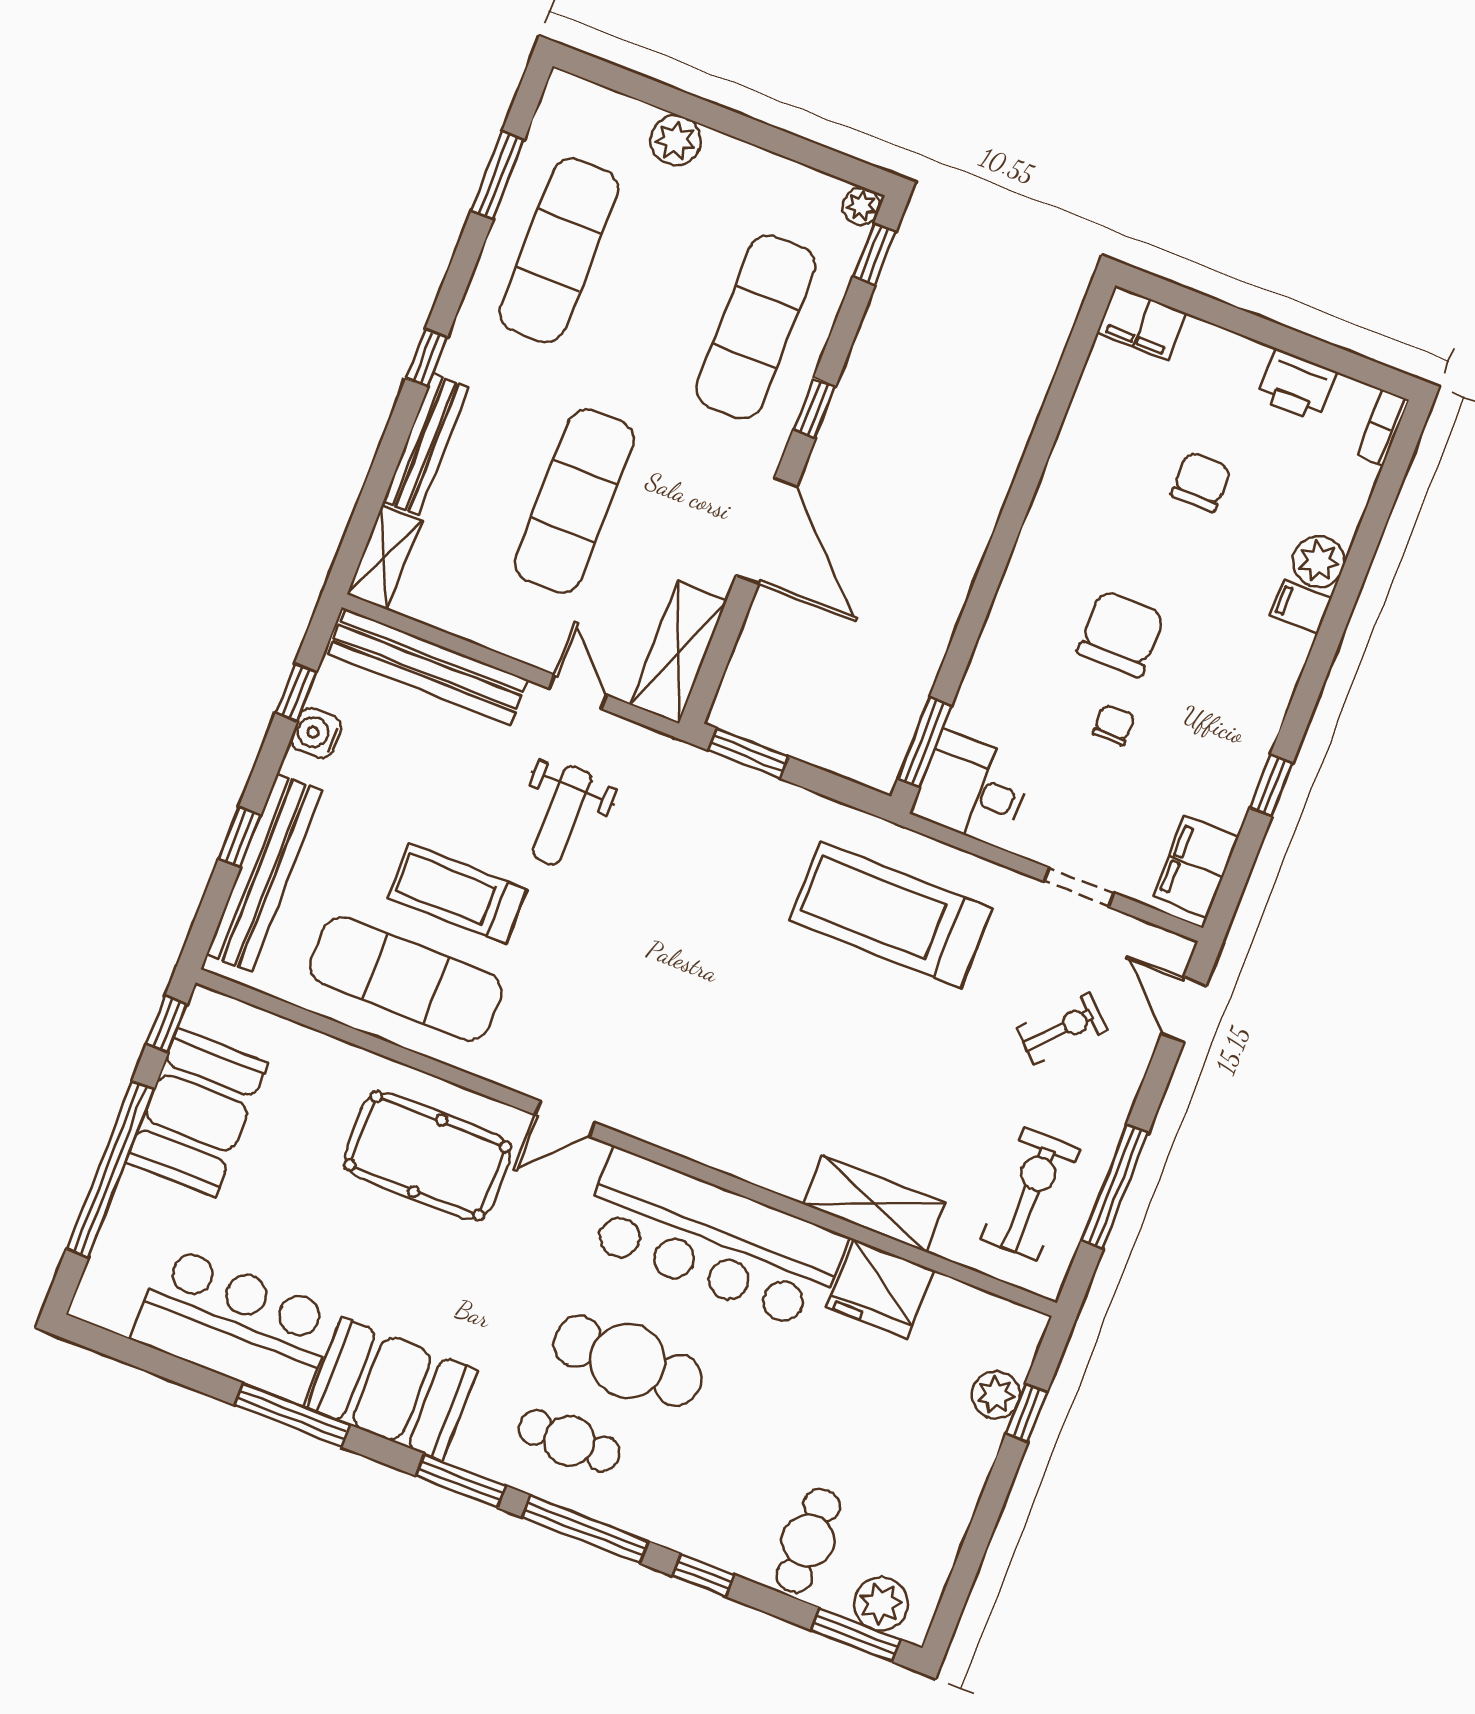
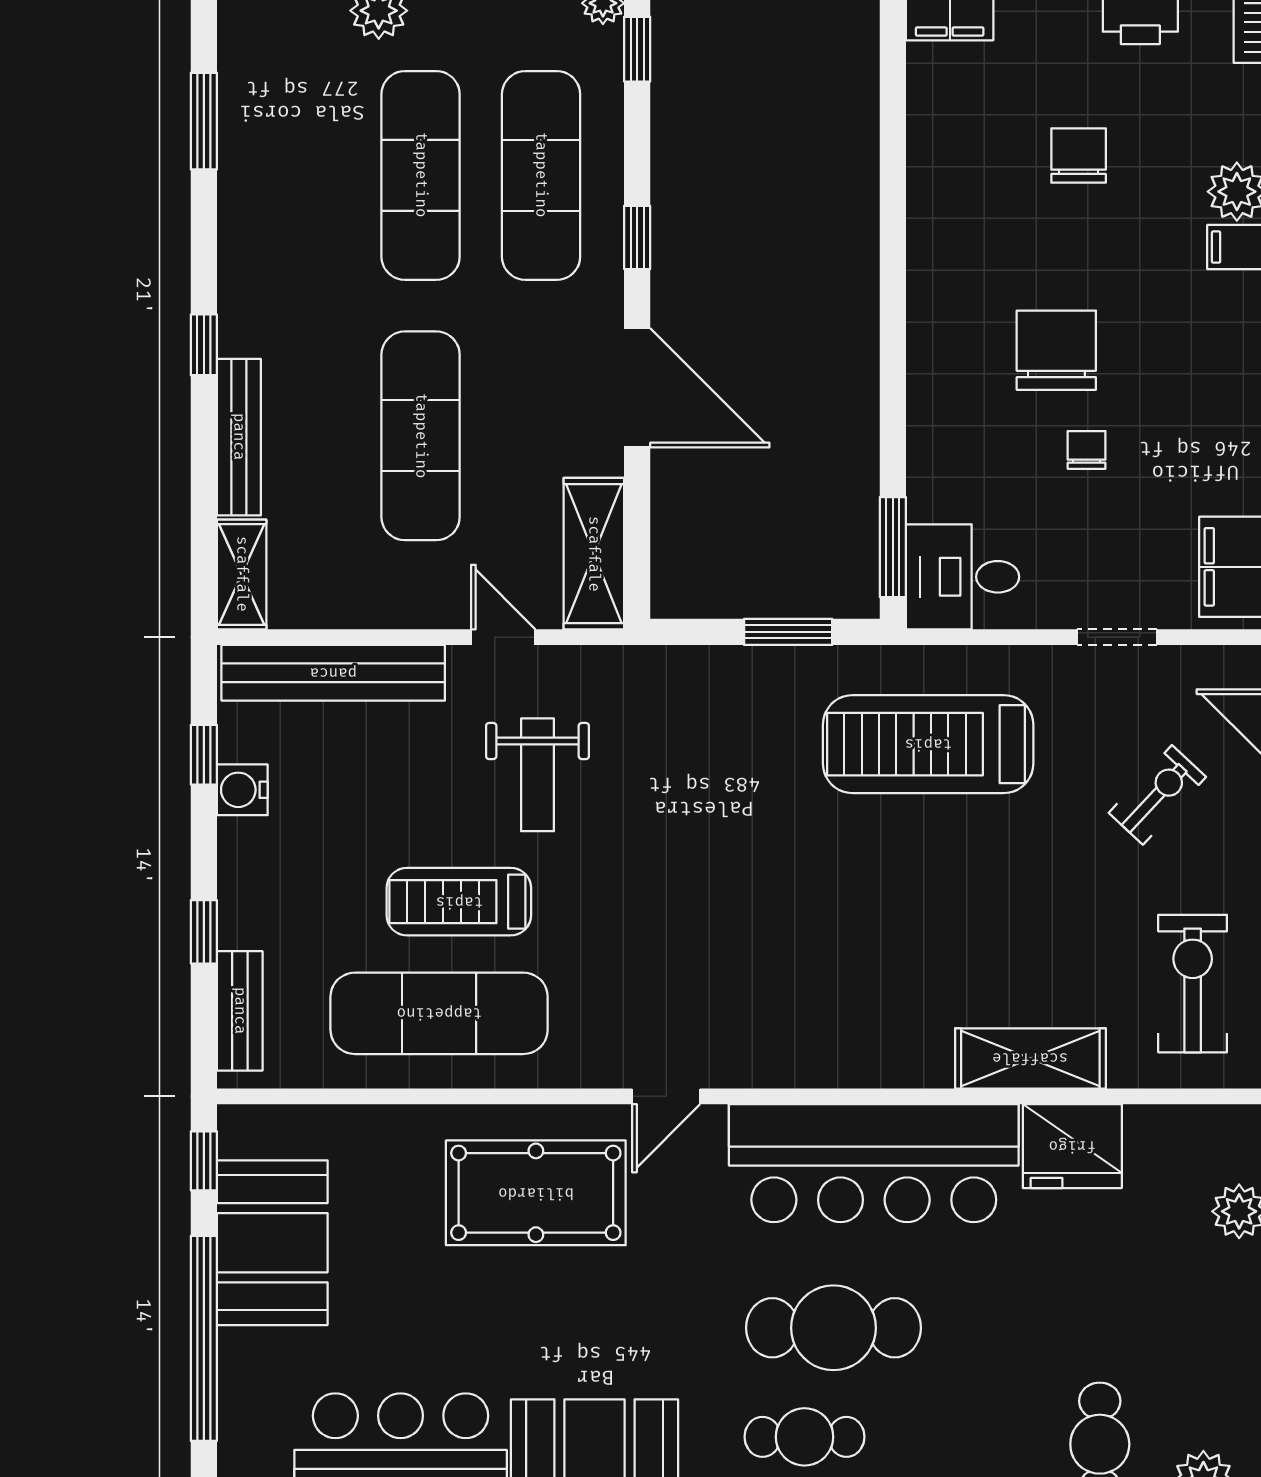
exercise mat: (559, 250) -> (421, 175), moved
window: (748, 753) -> (788, 632), moved
bench: (264, 873) -> (240, 1011), width x0.54, depth x0.82

